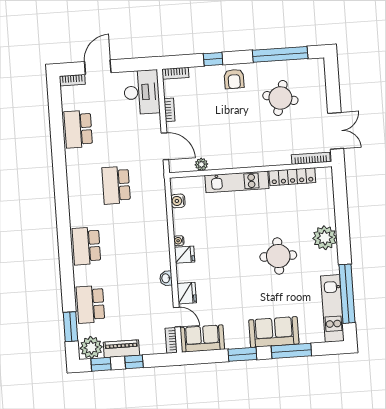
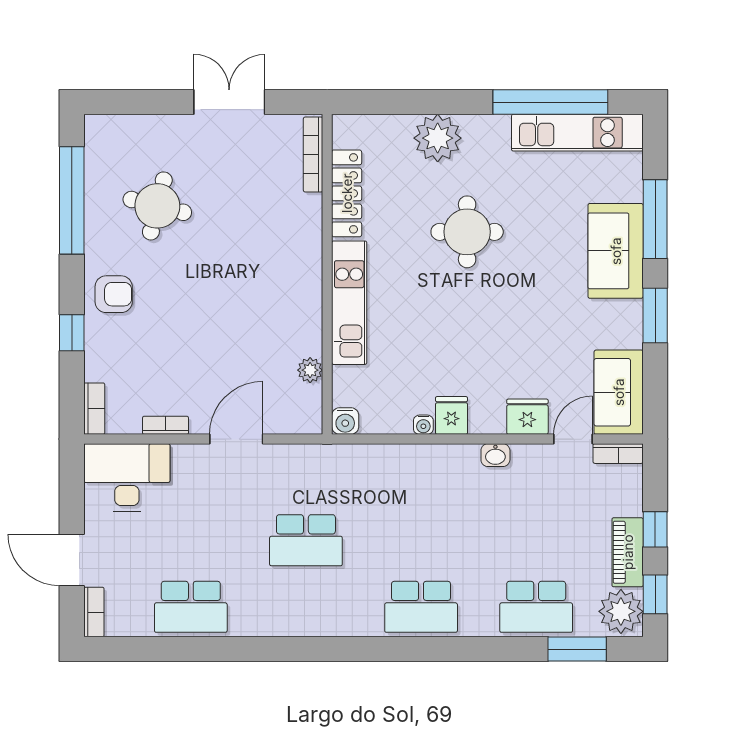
bookcase: (311, 158) -> (313, 154), moved
plant: (201, 164) -> (310, 370), moved
wall: (251, 170) -> (327, 274), moved
locker: (292, 177) -> (347, 193), moved
kitchen unit: (237, 182) -> (349, 303), moved

